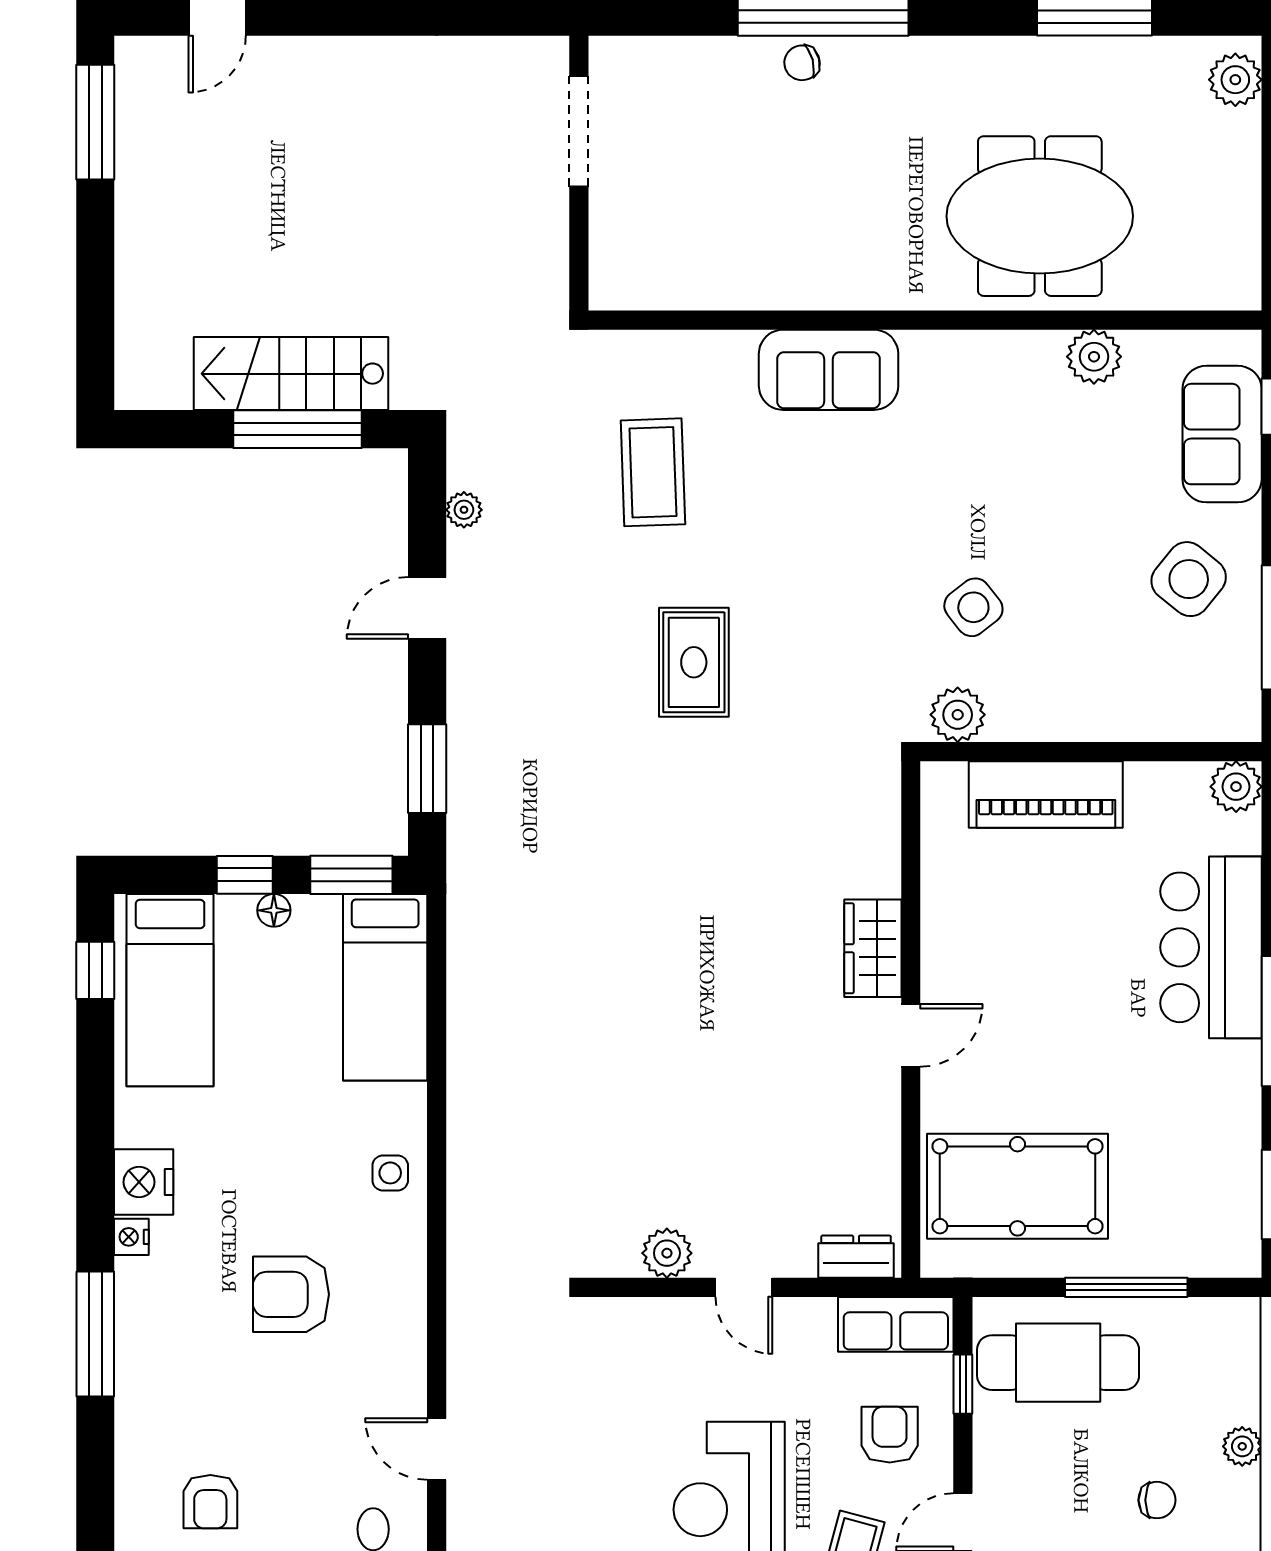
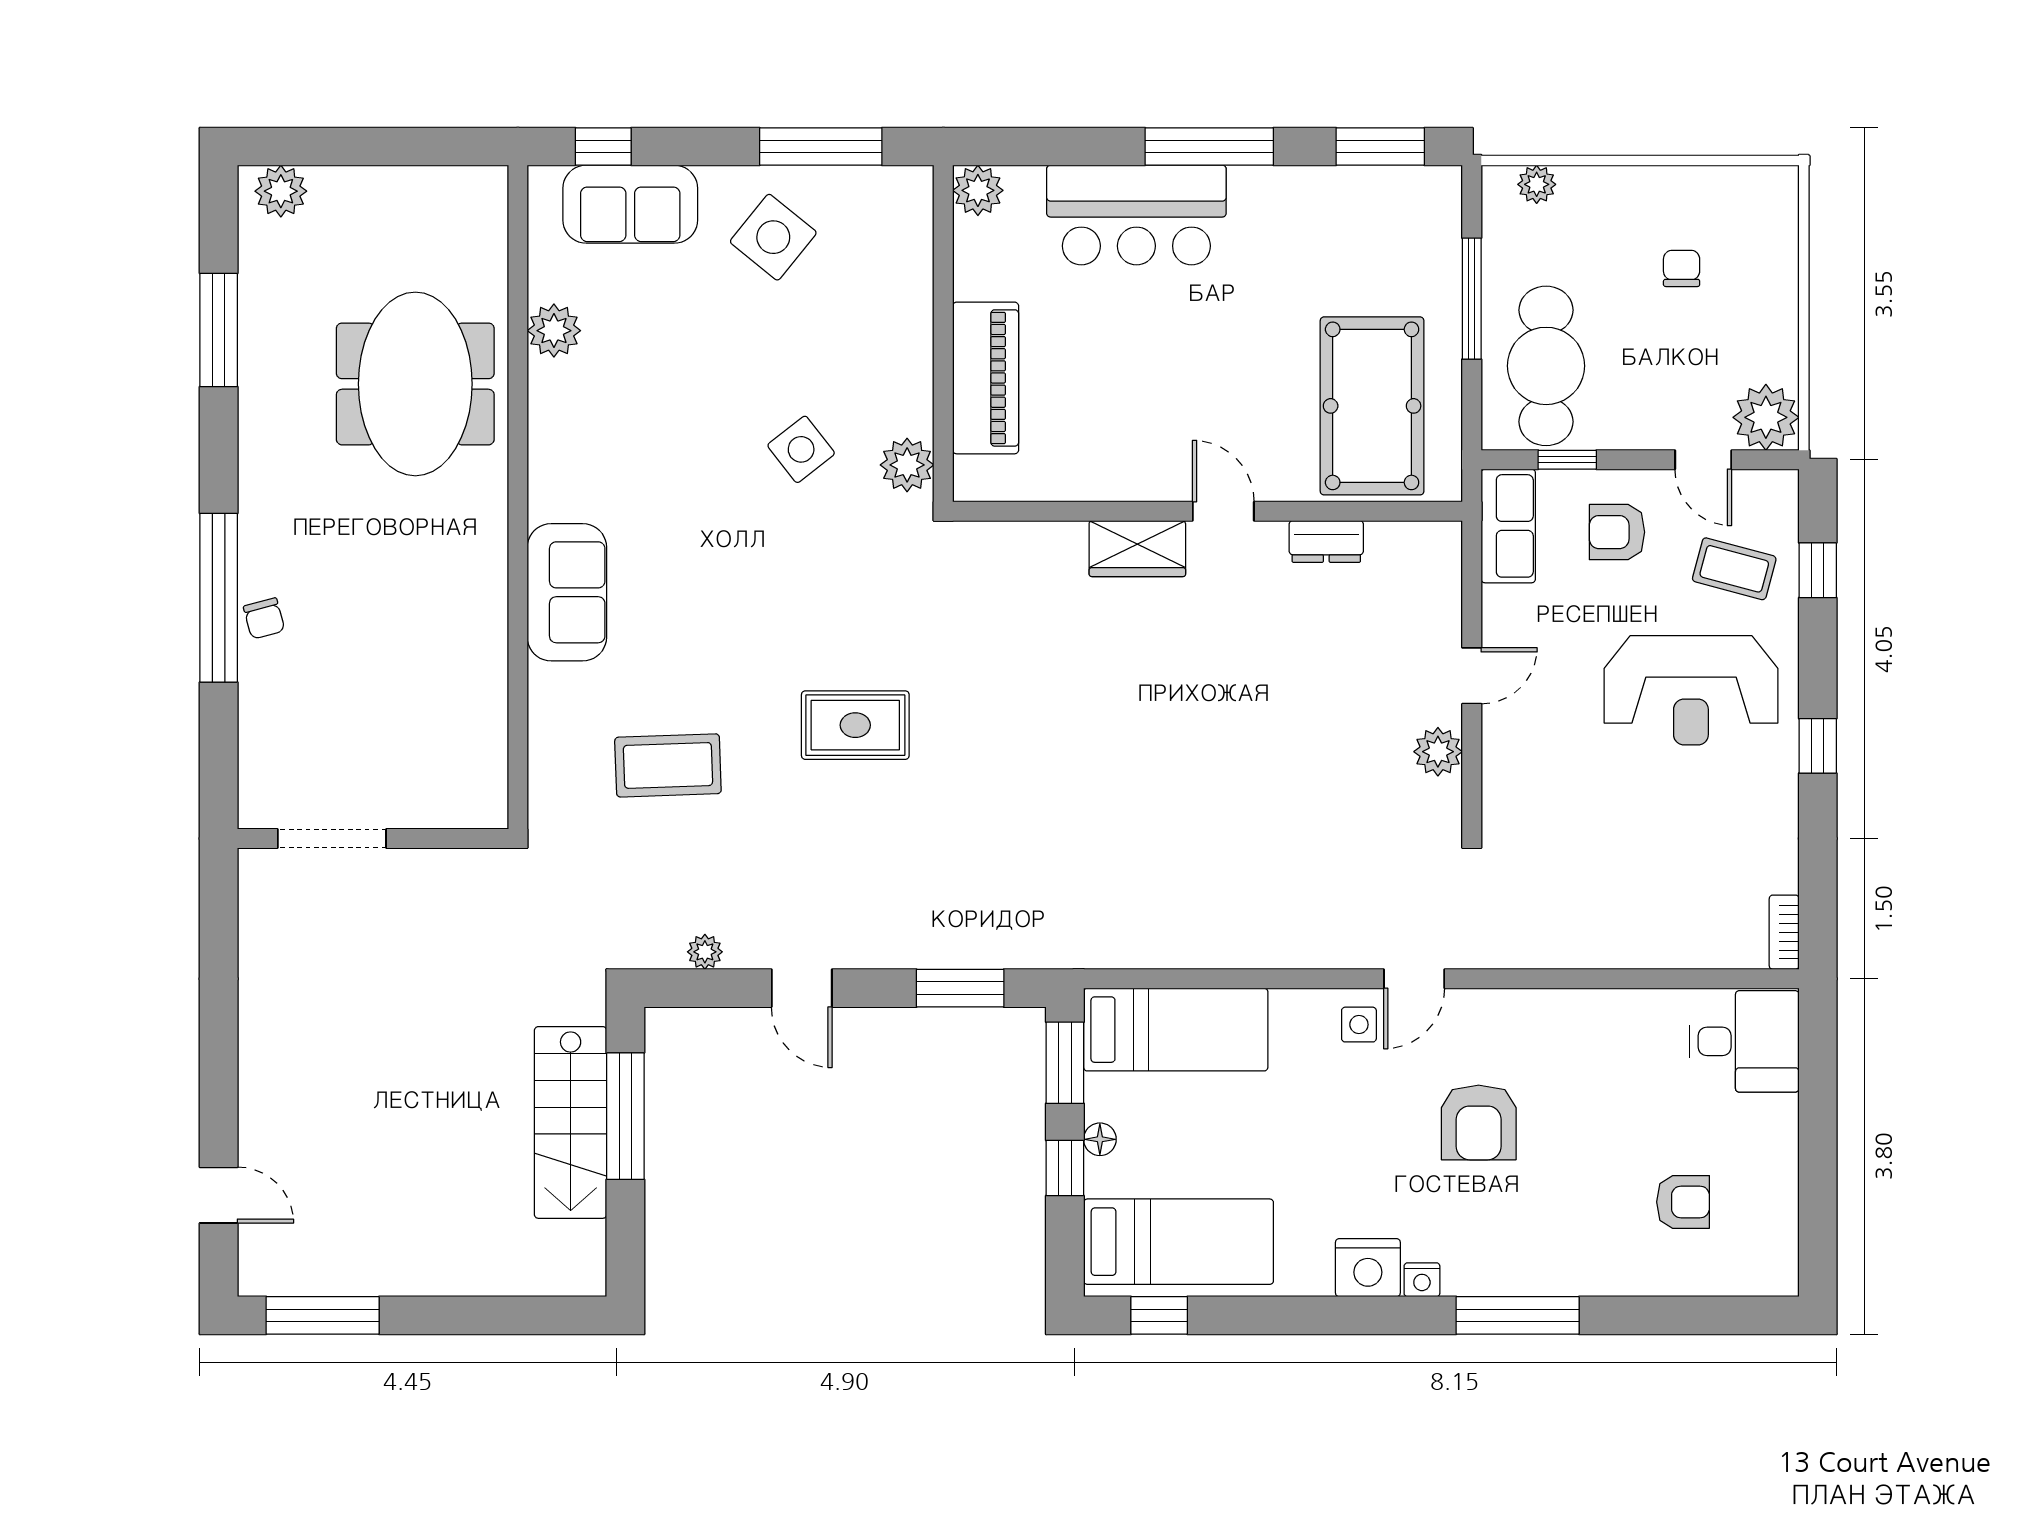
dresser: (856, 1257) -> (1326, 541), moved, turned -90
plant: (1242, 1446) -> (1537, 184), moved
door: (437, 1449) -> (1414, 979), moved

